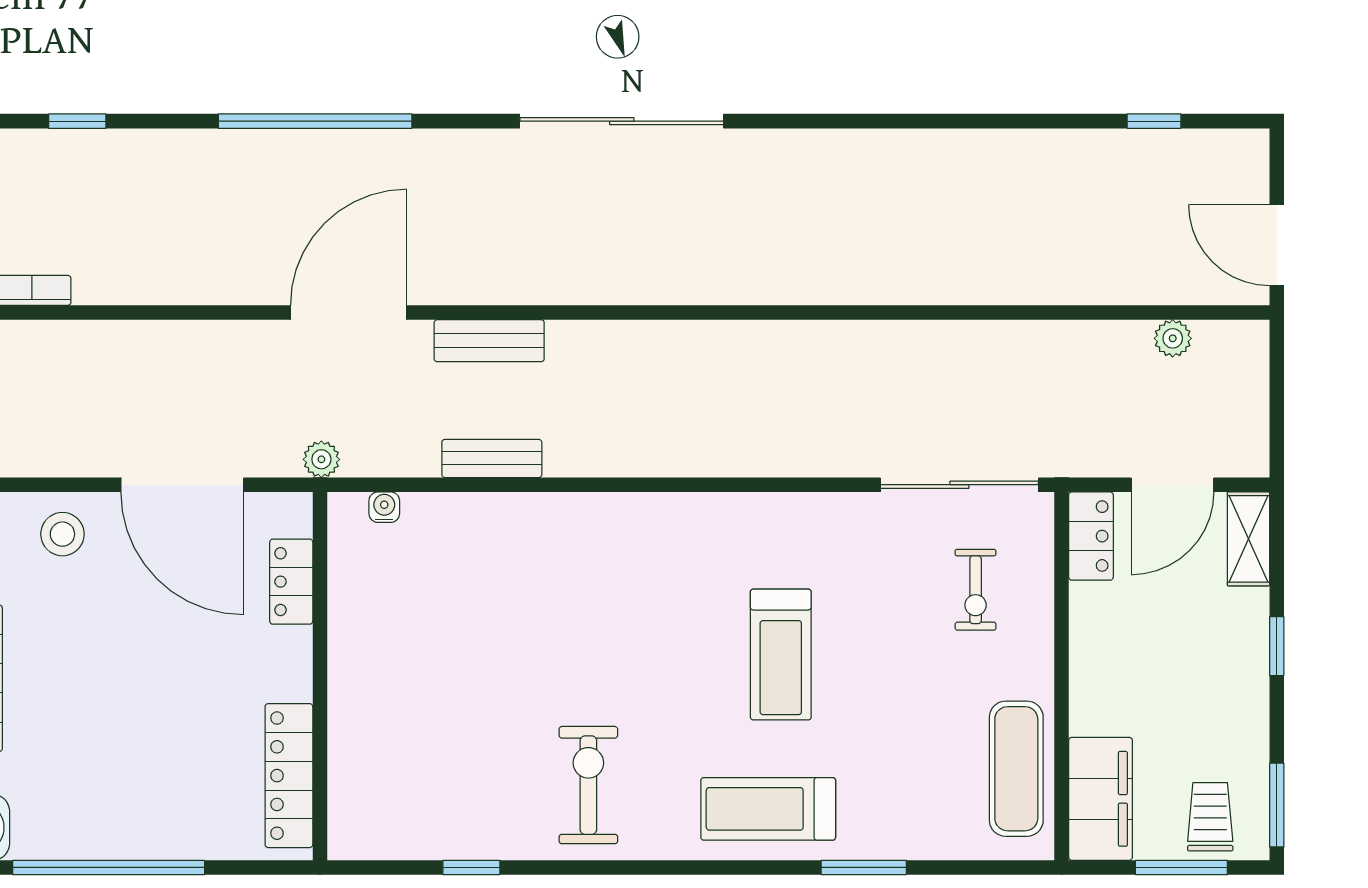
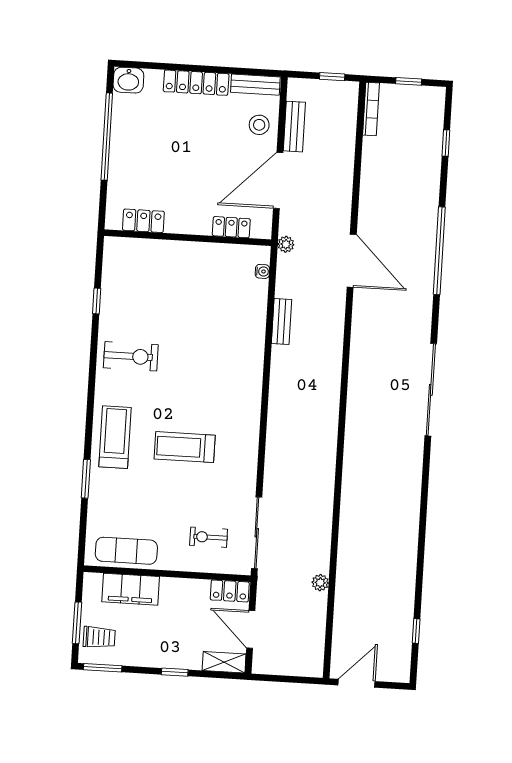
plant: (1173, 338) -> (320, 583), moved
bench: (489, 341) -> (294, 127), moved
locker: (289, 776) -> (143, 221), width x0.66
filing cabinet: (1101, 799) -> (131, 589), moved

